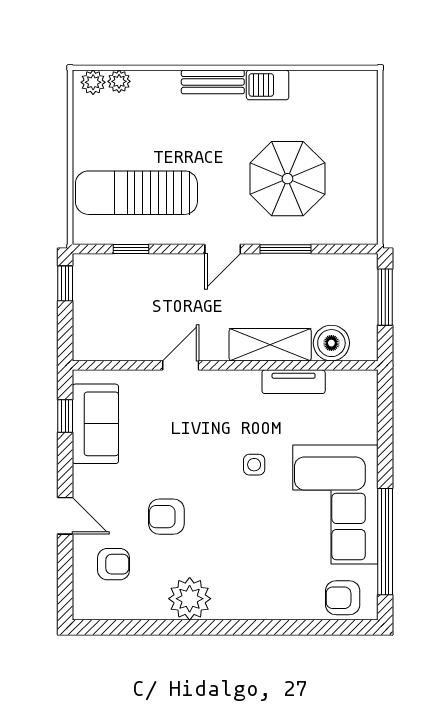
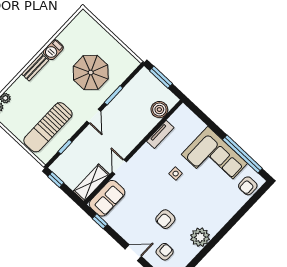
shelving: (270, 345) -> (91, 183), moved
sofa: (95, 424) -> (107, 198), moved, turned 90

